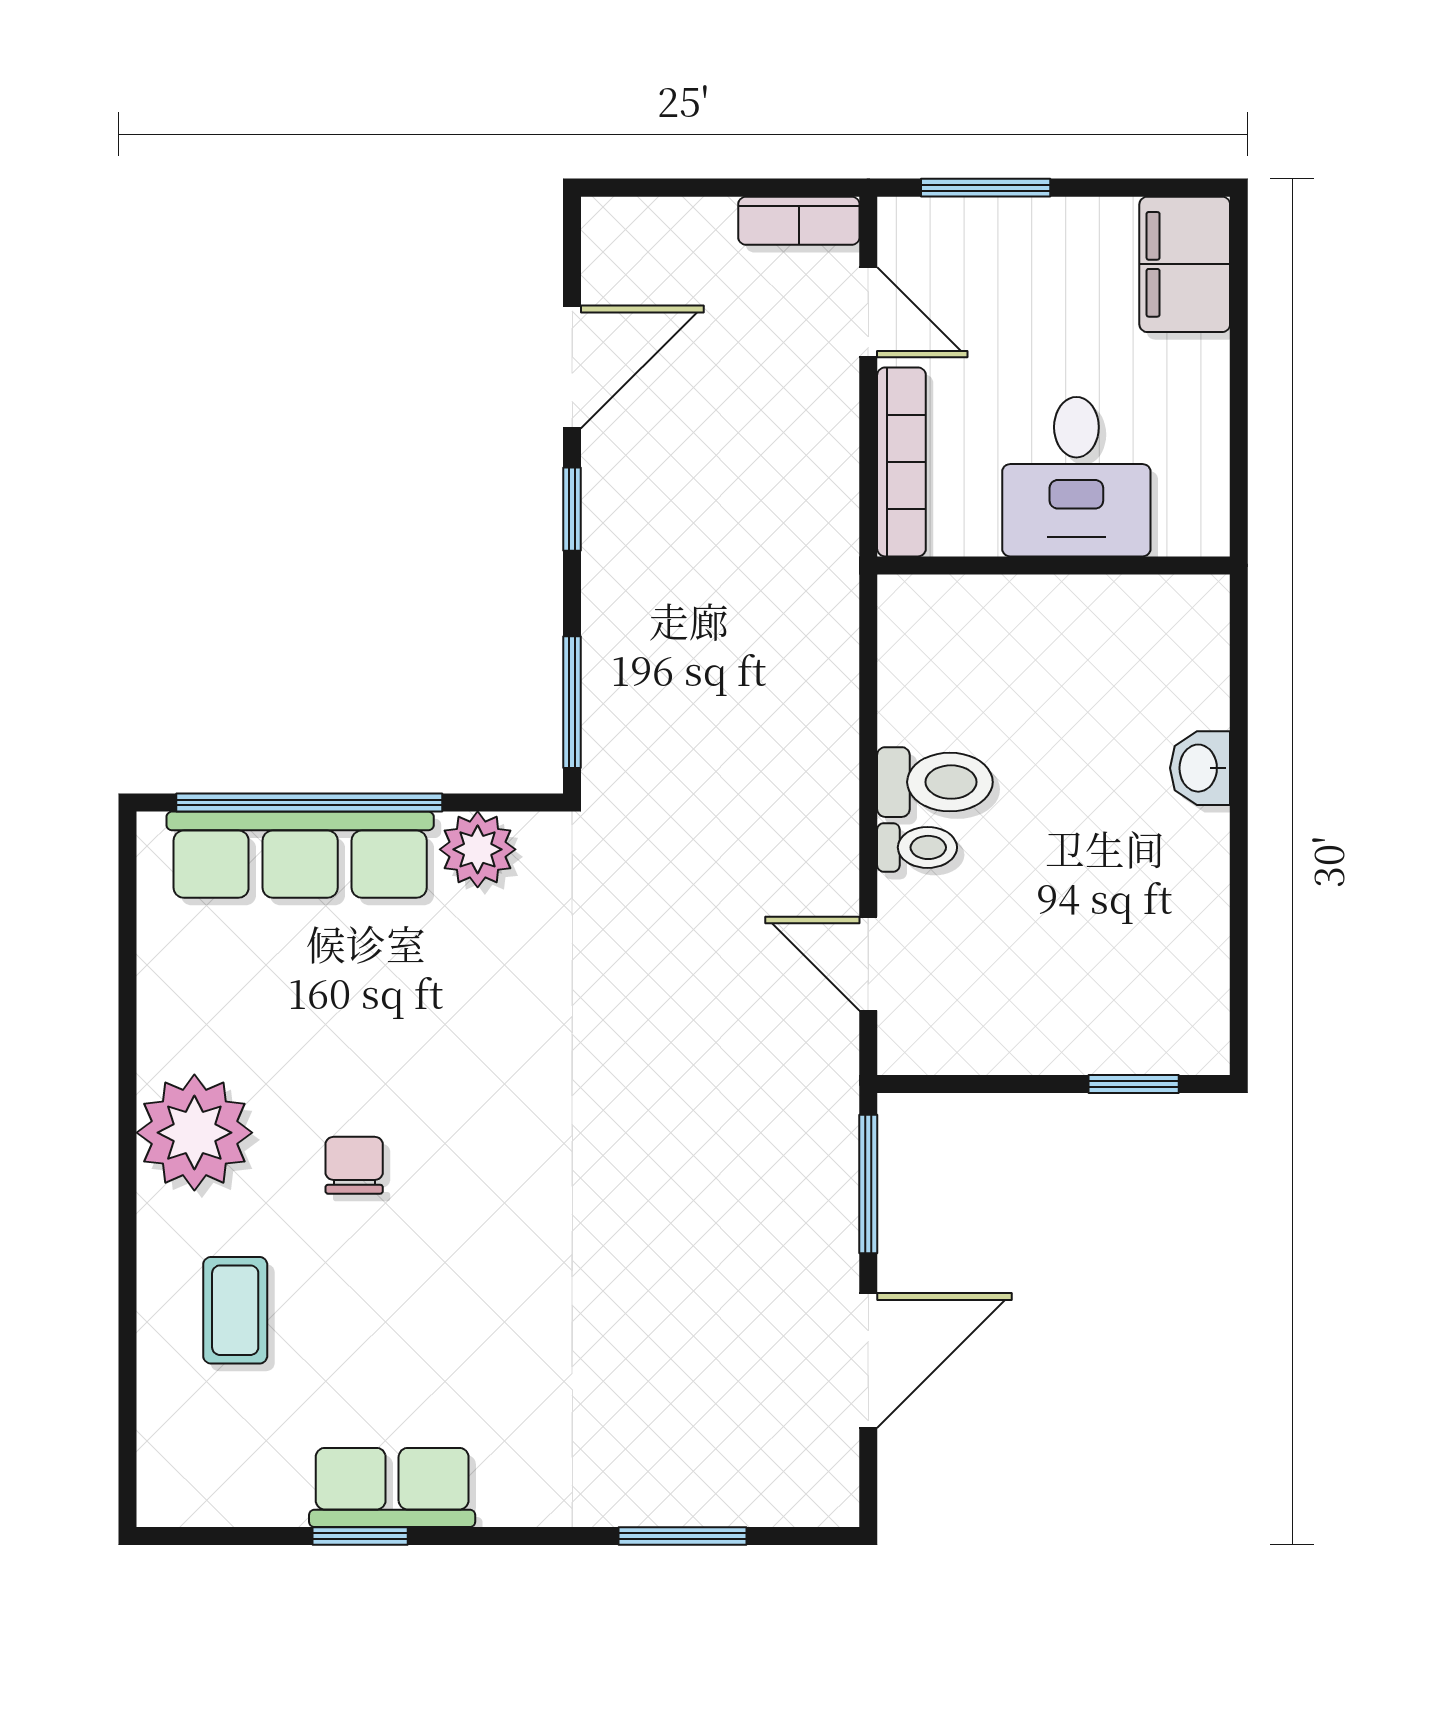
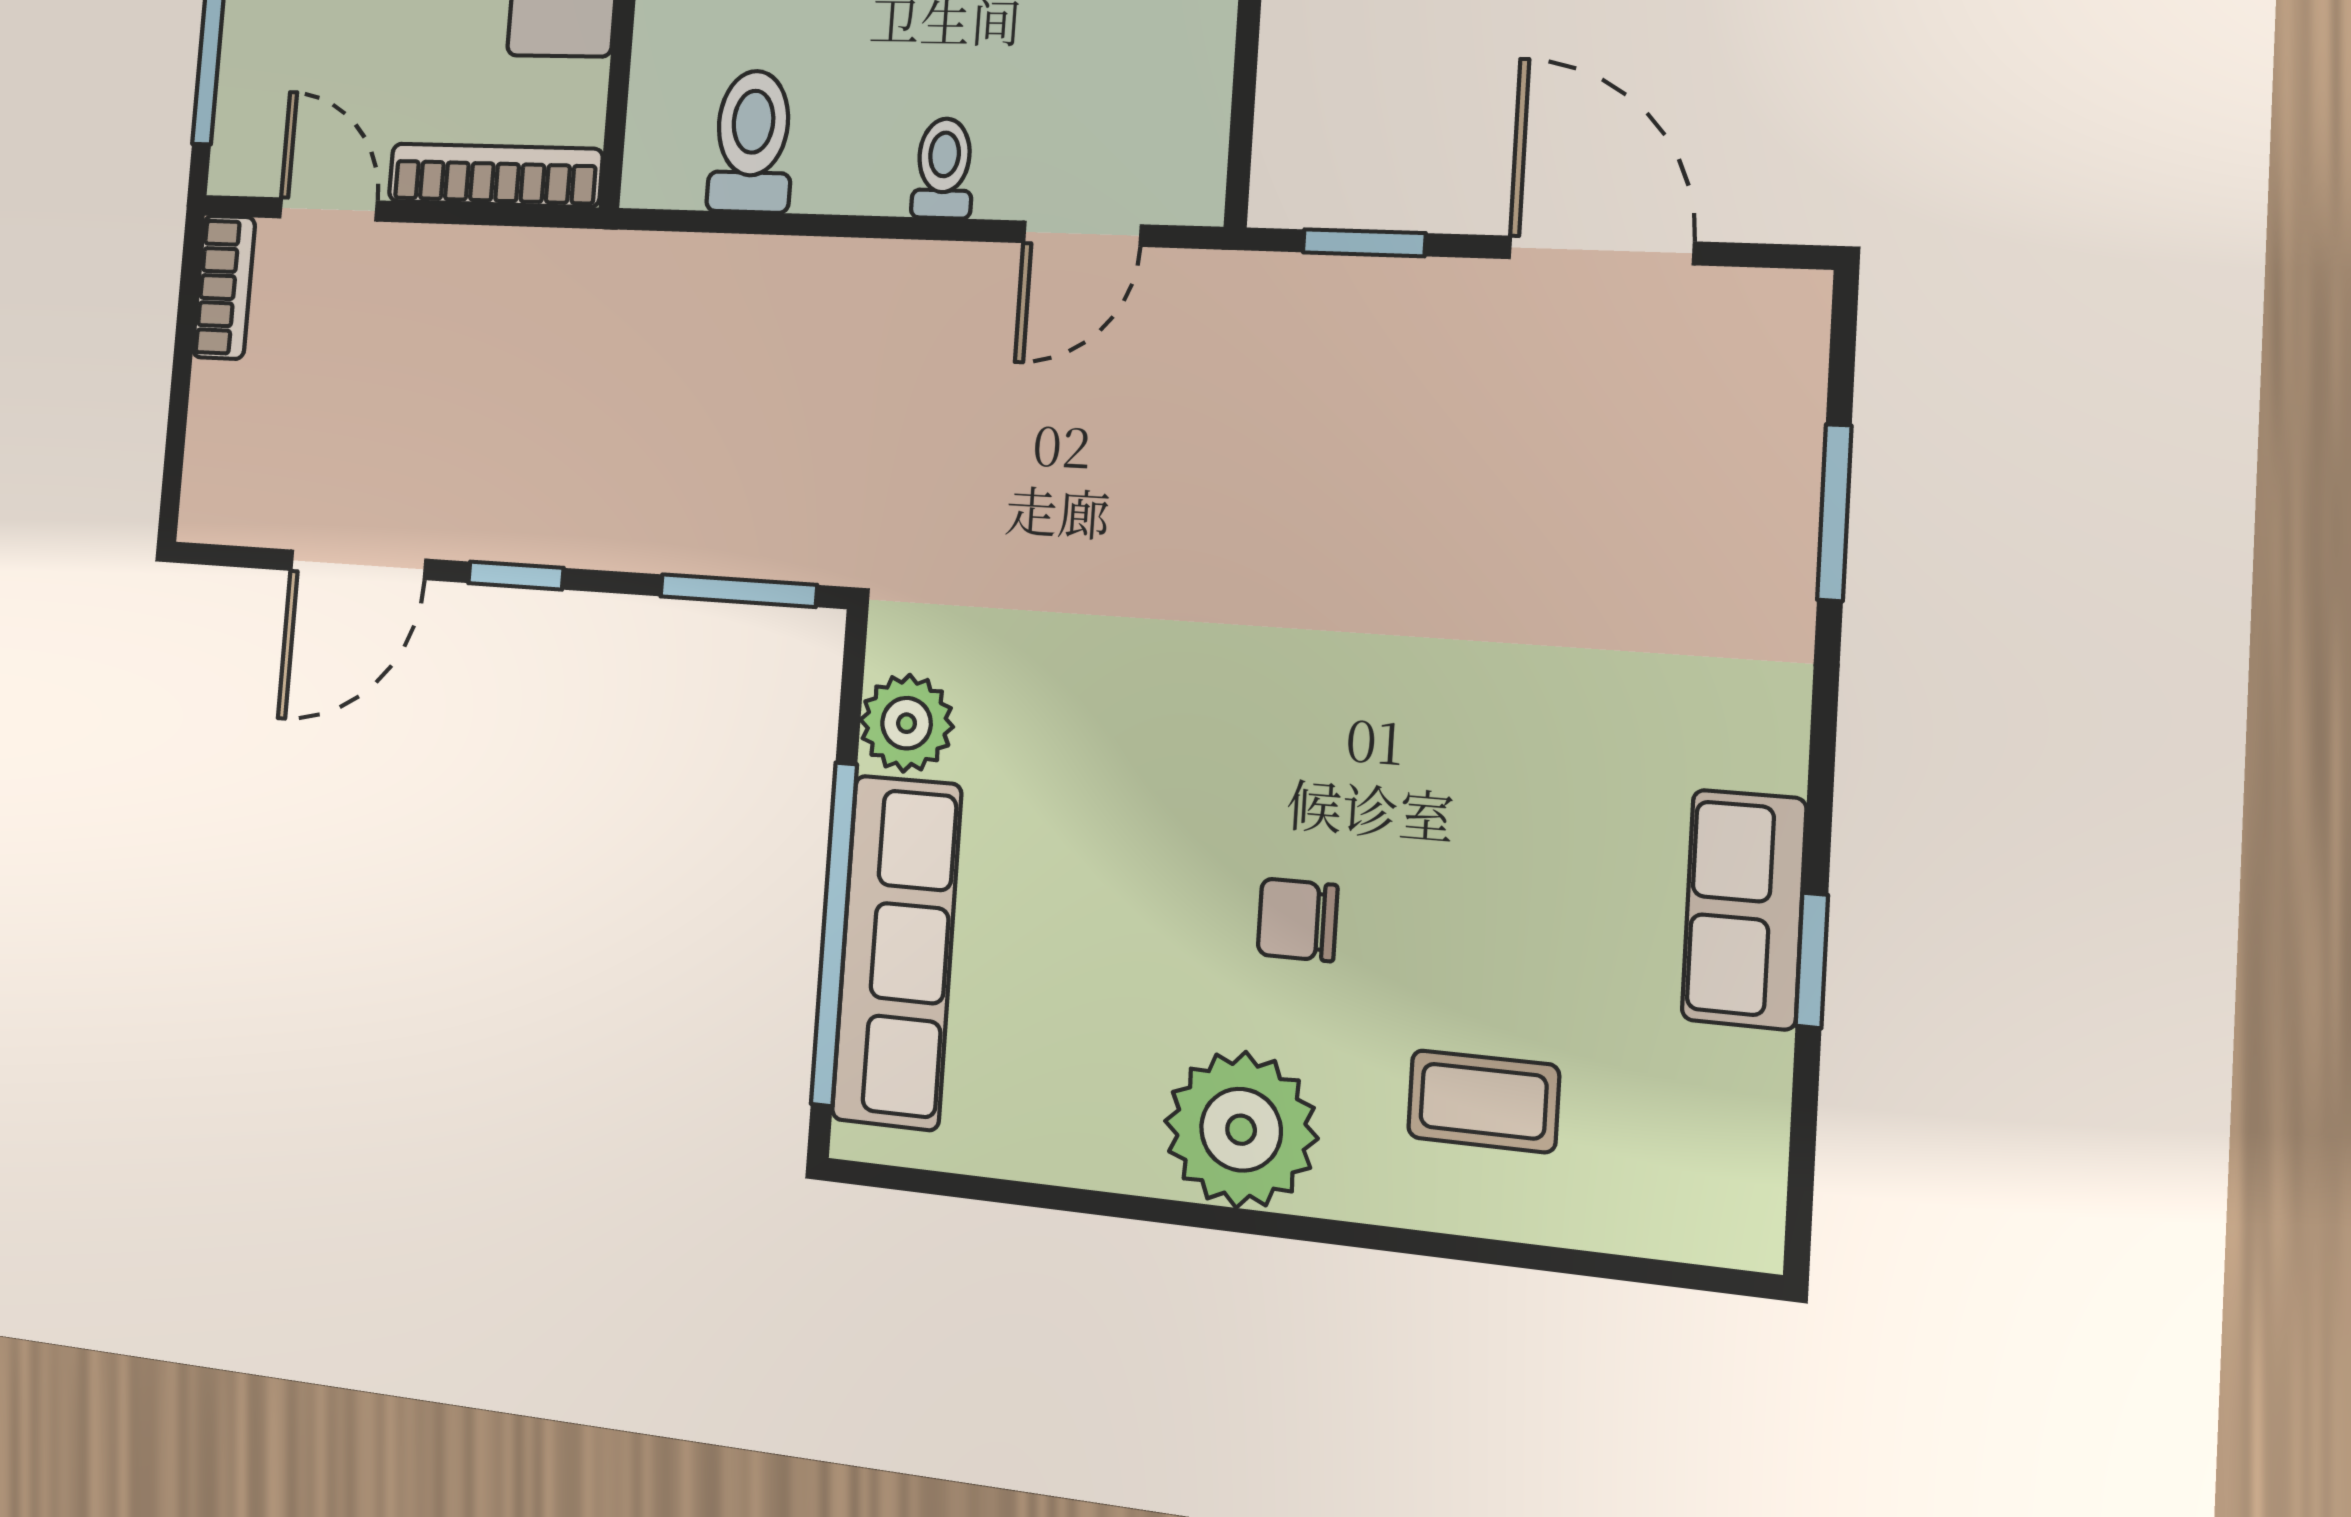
door: (868, 312) -> (328, 209), hinge flipped
door: (572, 367) -> (358, 565), swing flipped
toilet: (935, 782) -> (752, 141), moved
window: (868, 1184) -> (1364, 243), width x0.67

